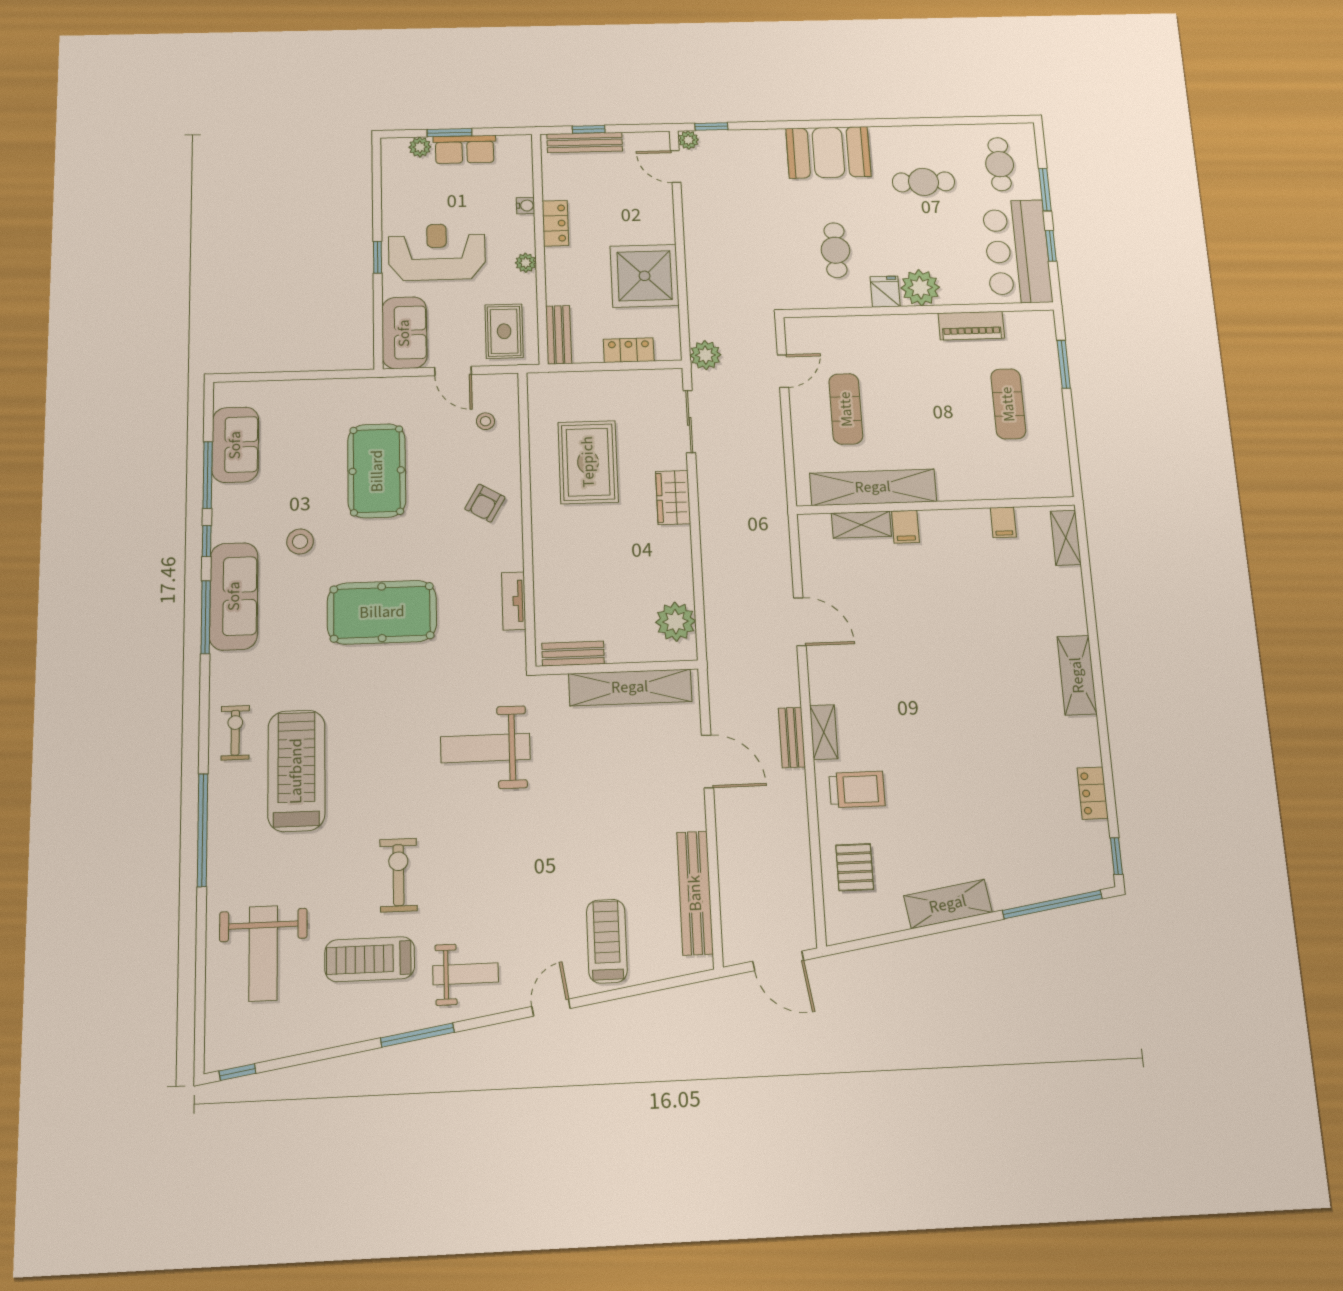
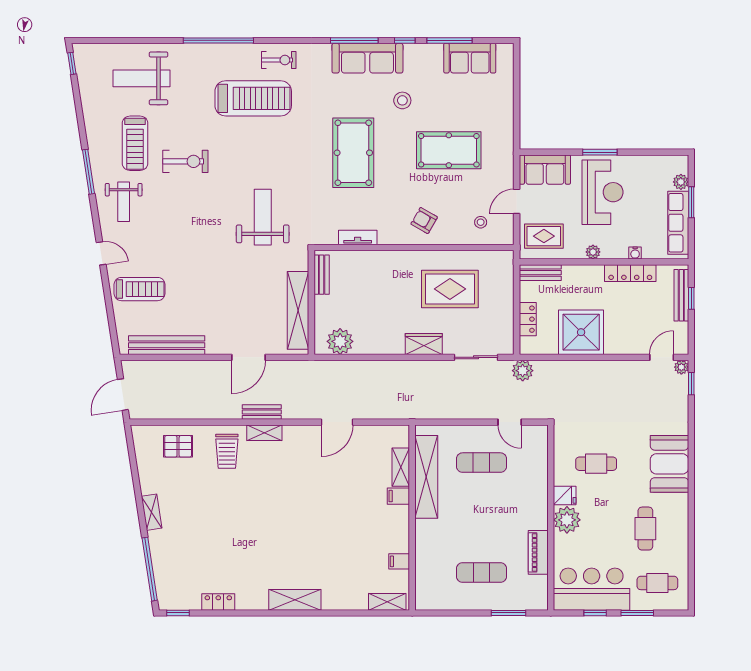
row of seats: (465, 149) -> (678, 223), width x1.48
locker: (555, 223) -> (630, 273), width x1.53
window: (377, 257) -> (600, 152), width x1.50
shelving: (948, 904) -> (152, 512), width x0.67, depth x0.75
treadmill: (370, 959) -> (135, 143), turned 180

